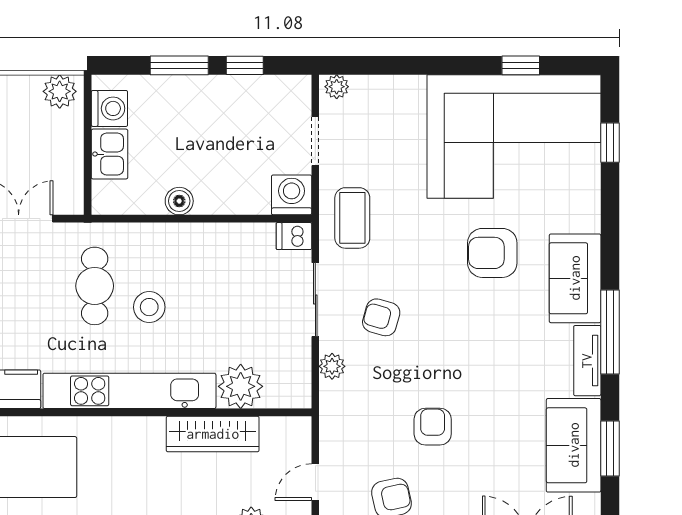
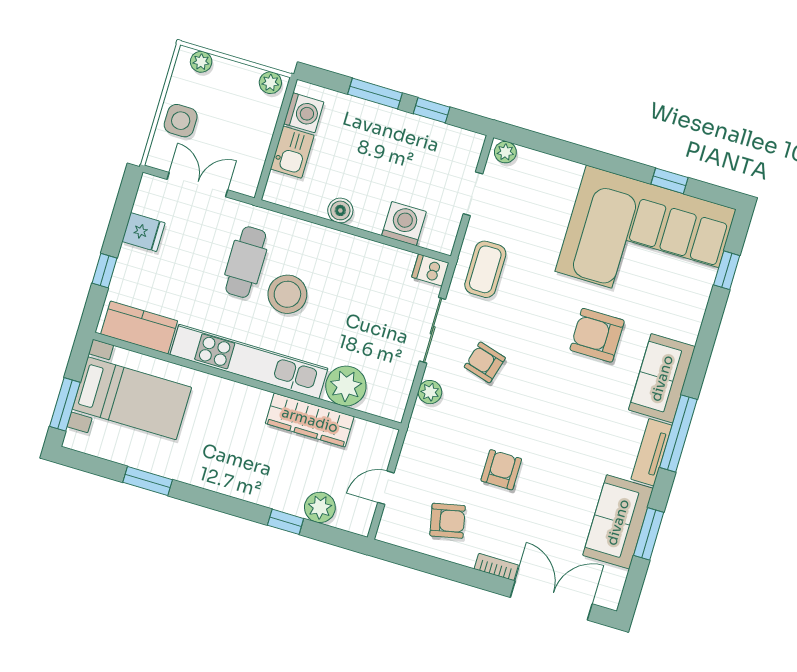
plant: (60, 91) -> (270, 83), width x0.73, depth x0.73
washing machine: (292, 195) -> (404, 224), moved
stool: (149, 307) -> (287, 294), width x1.38, depth x1.38

